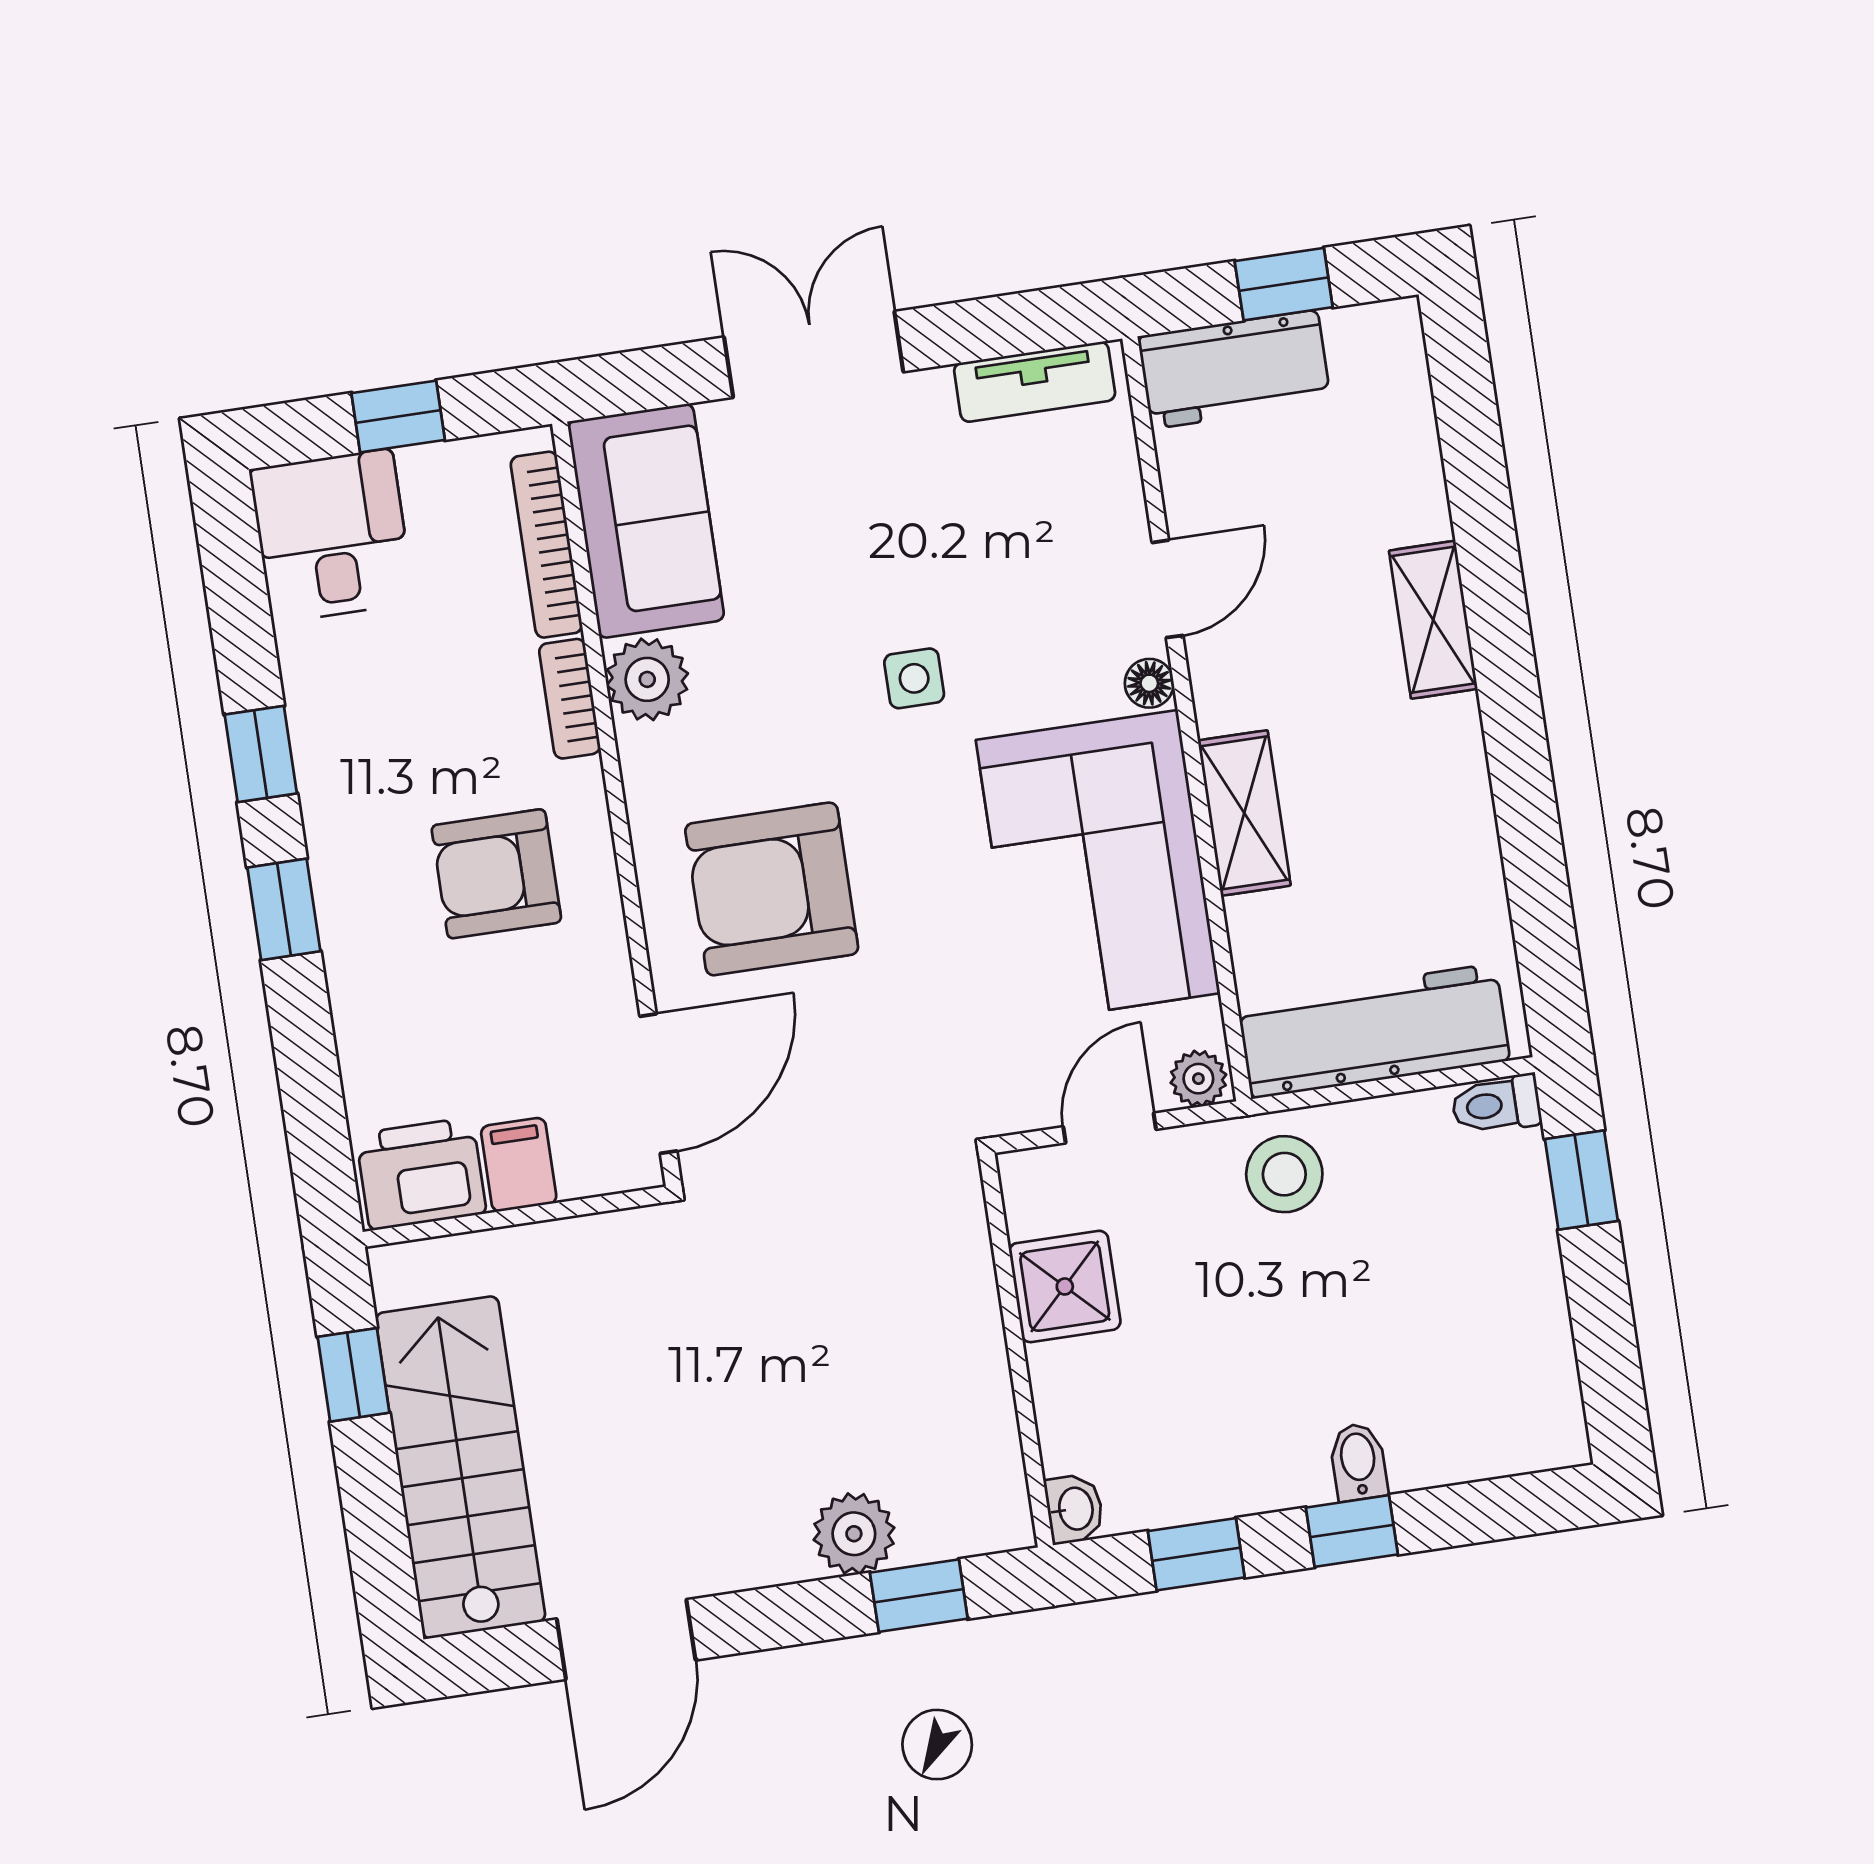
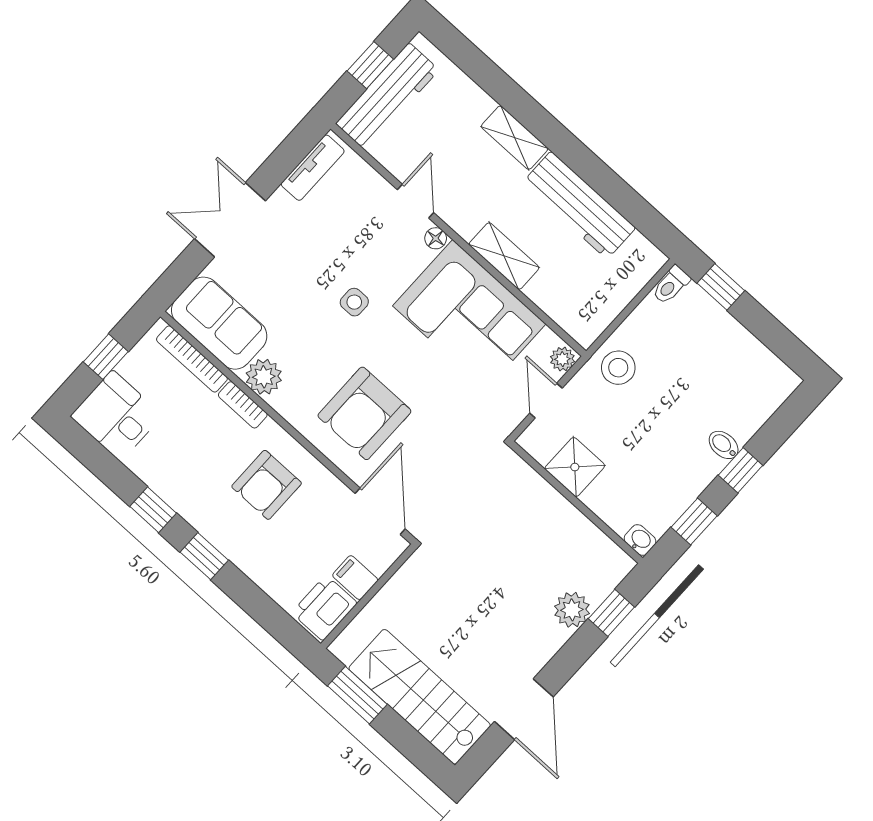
workbench: (1234, 369) -> (387, 97), width x1.38
workbench: (1374, 1031) -> (579, 205), moved, turned -90
window: (353, 1375) -> (357, 695), width x1.50

